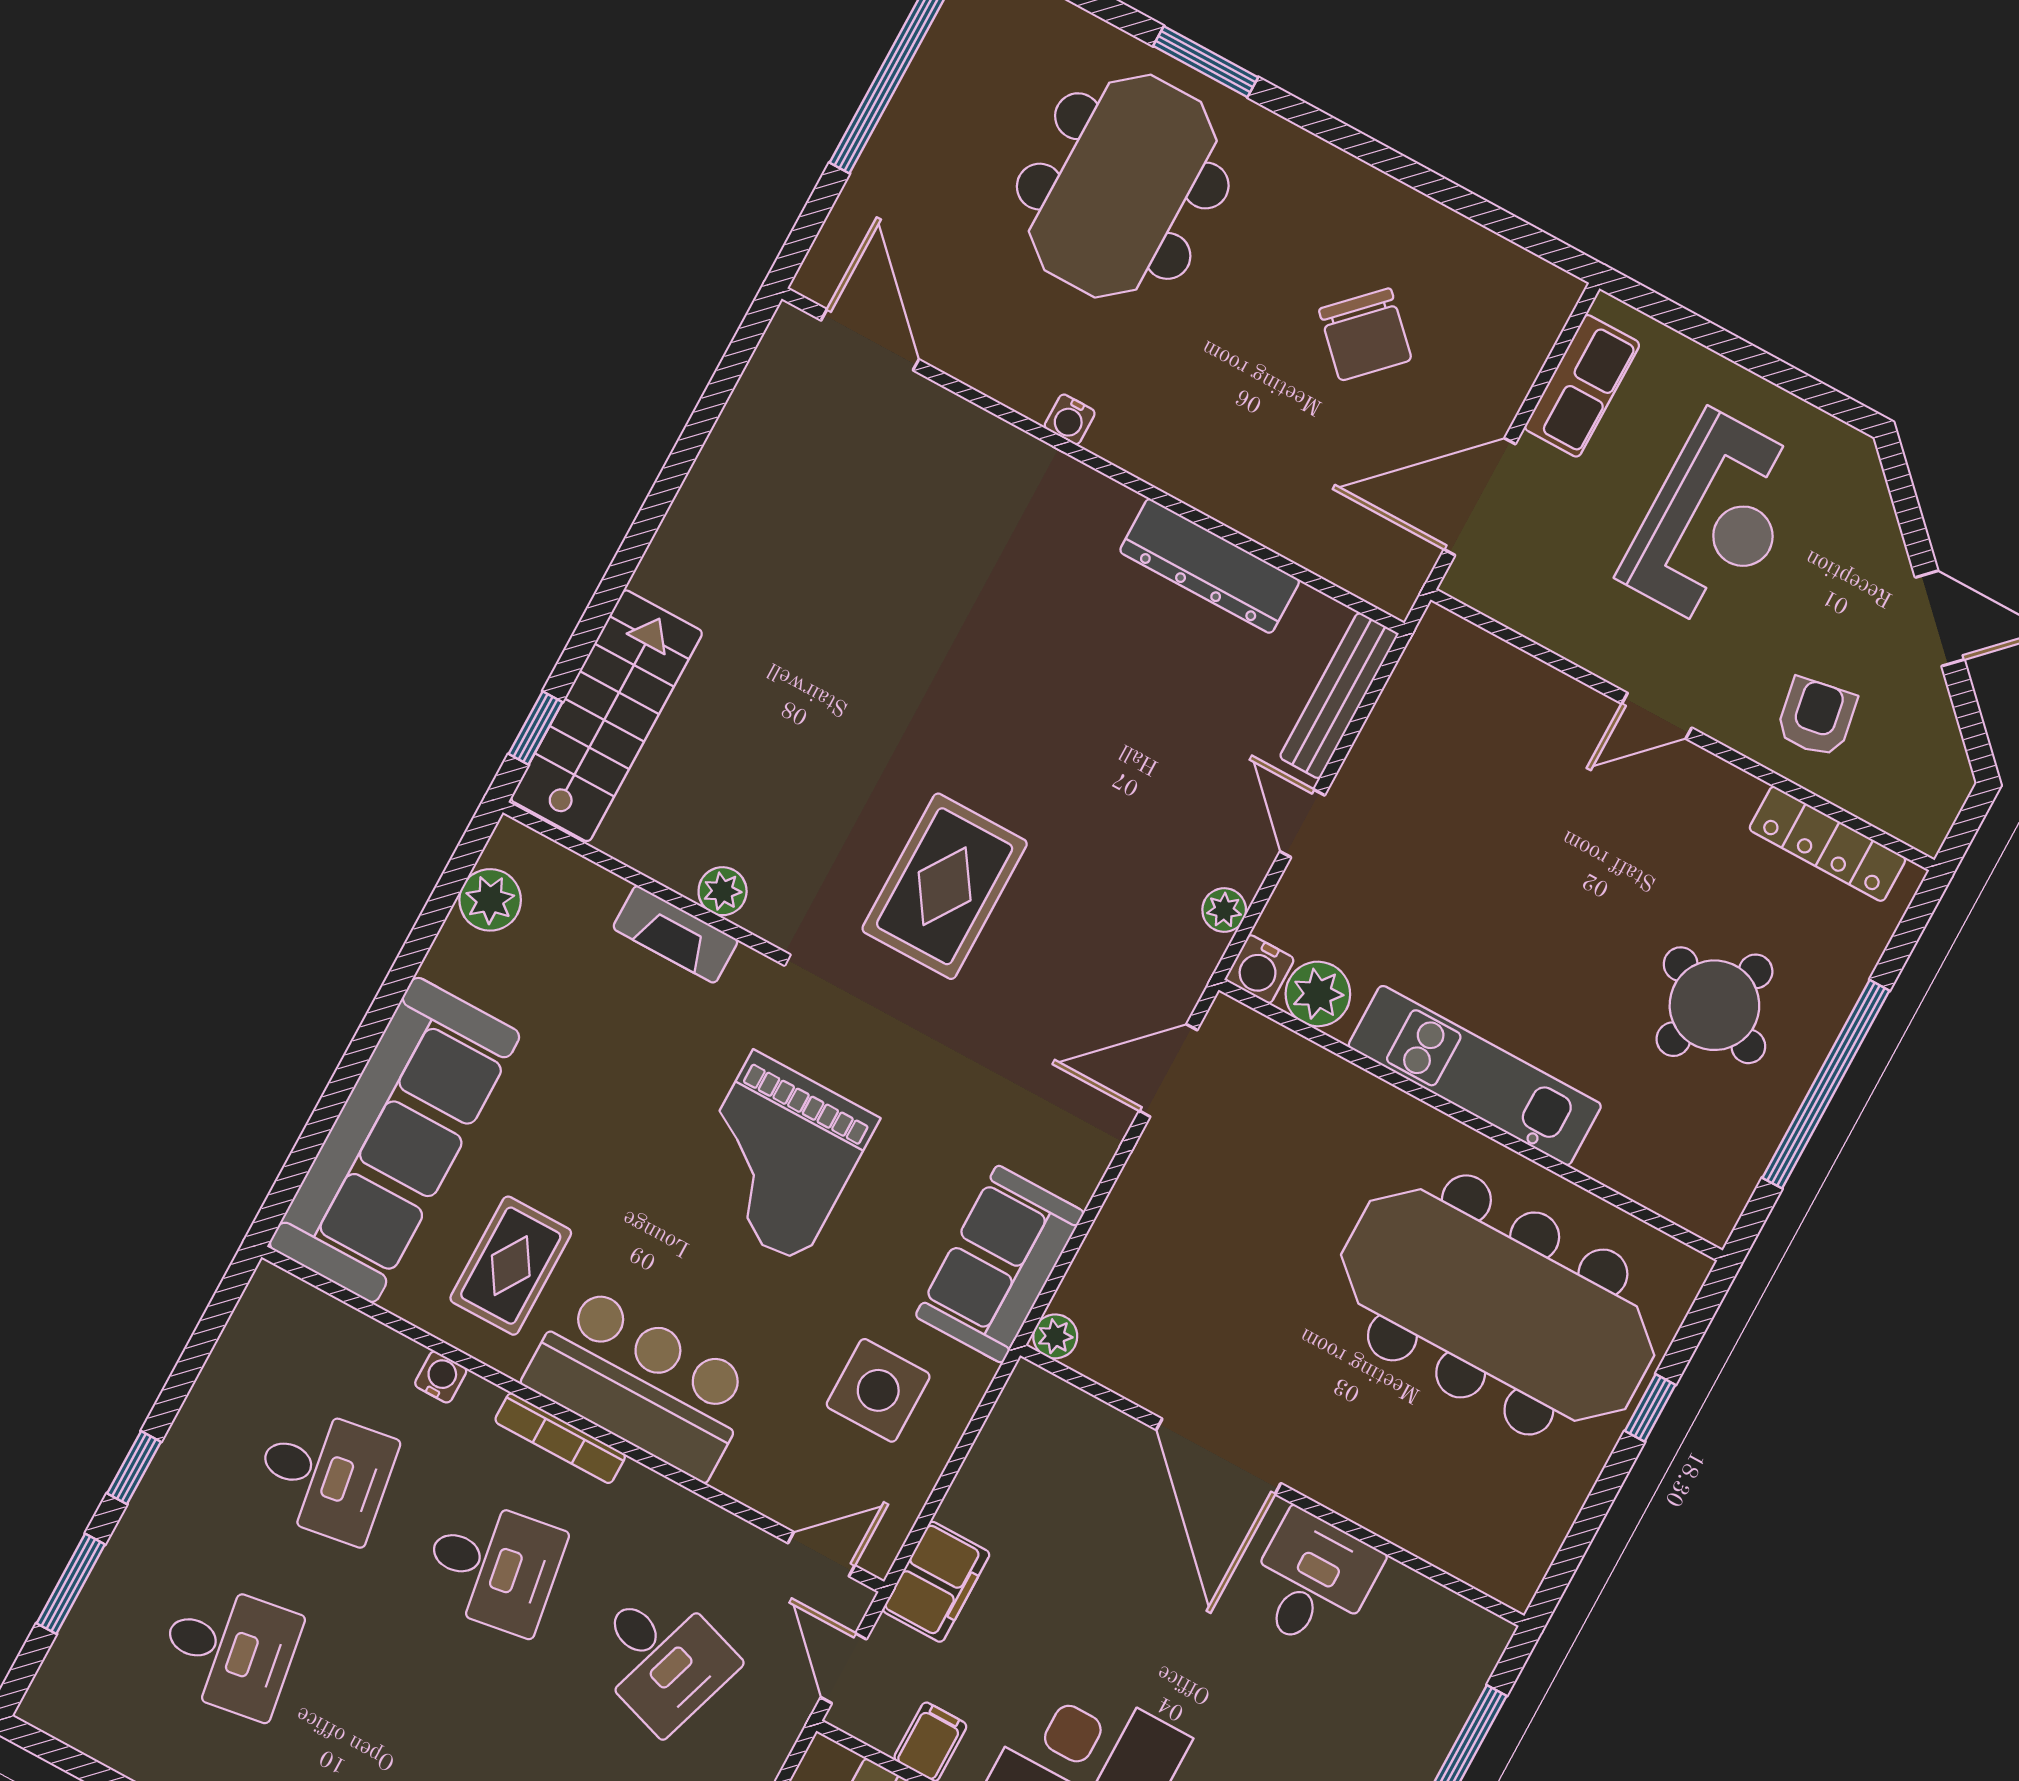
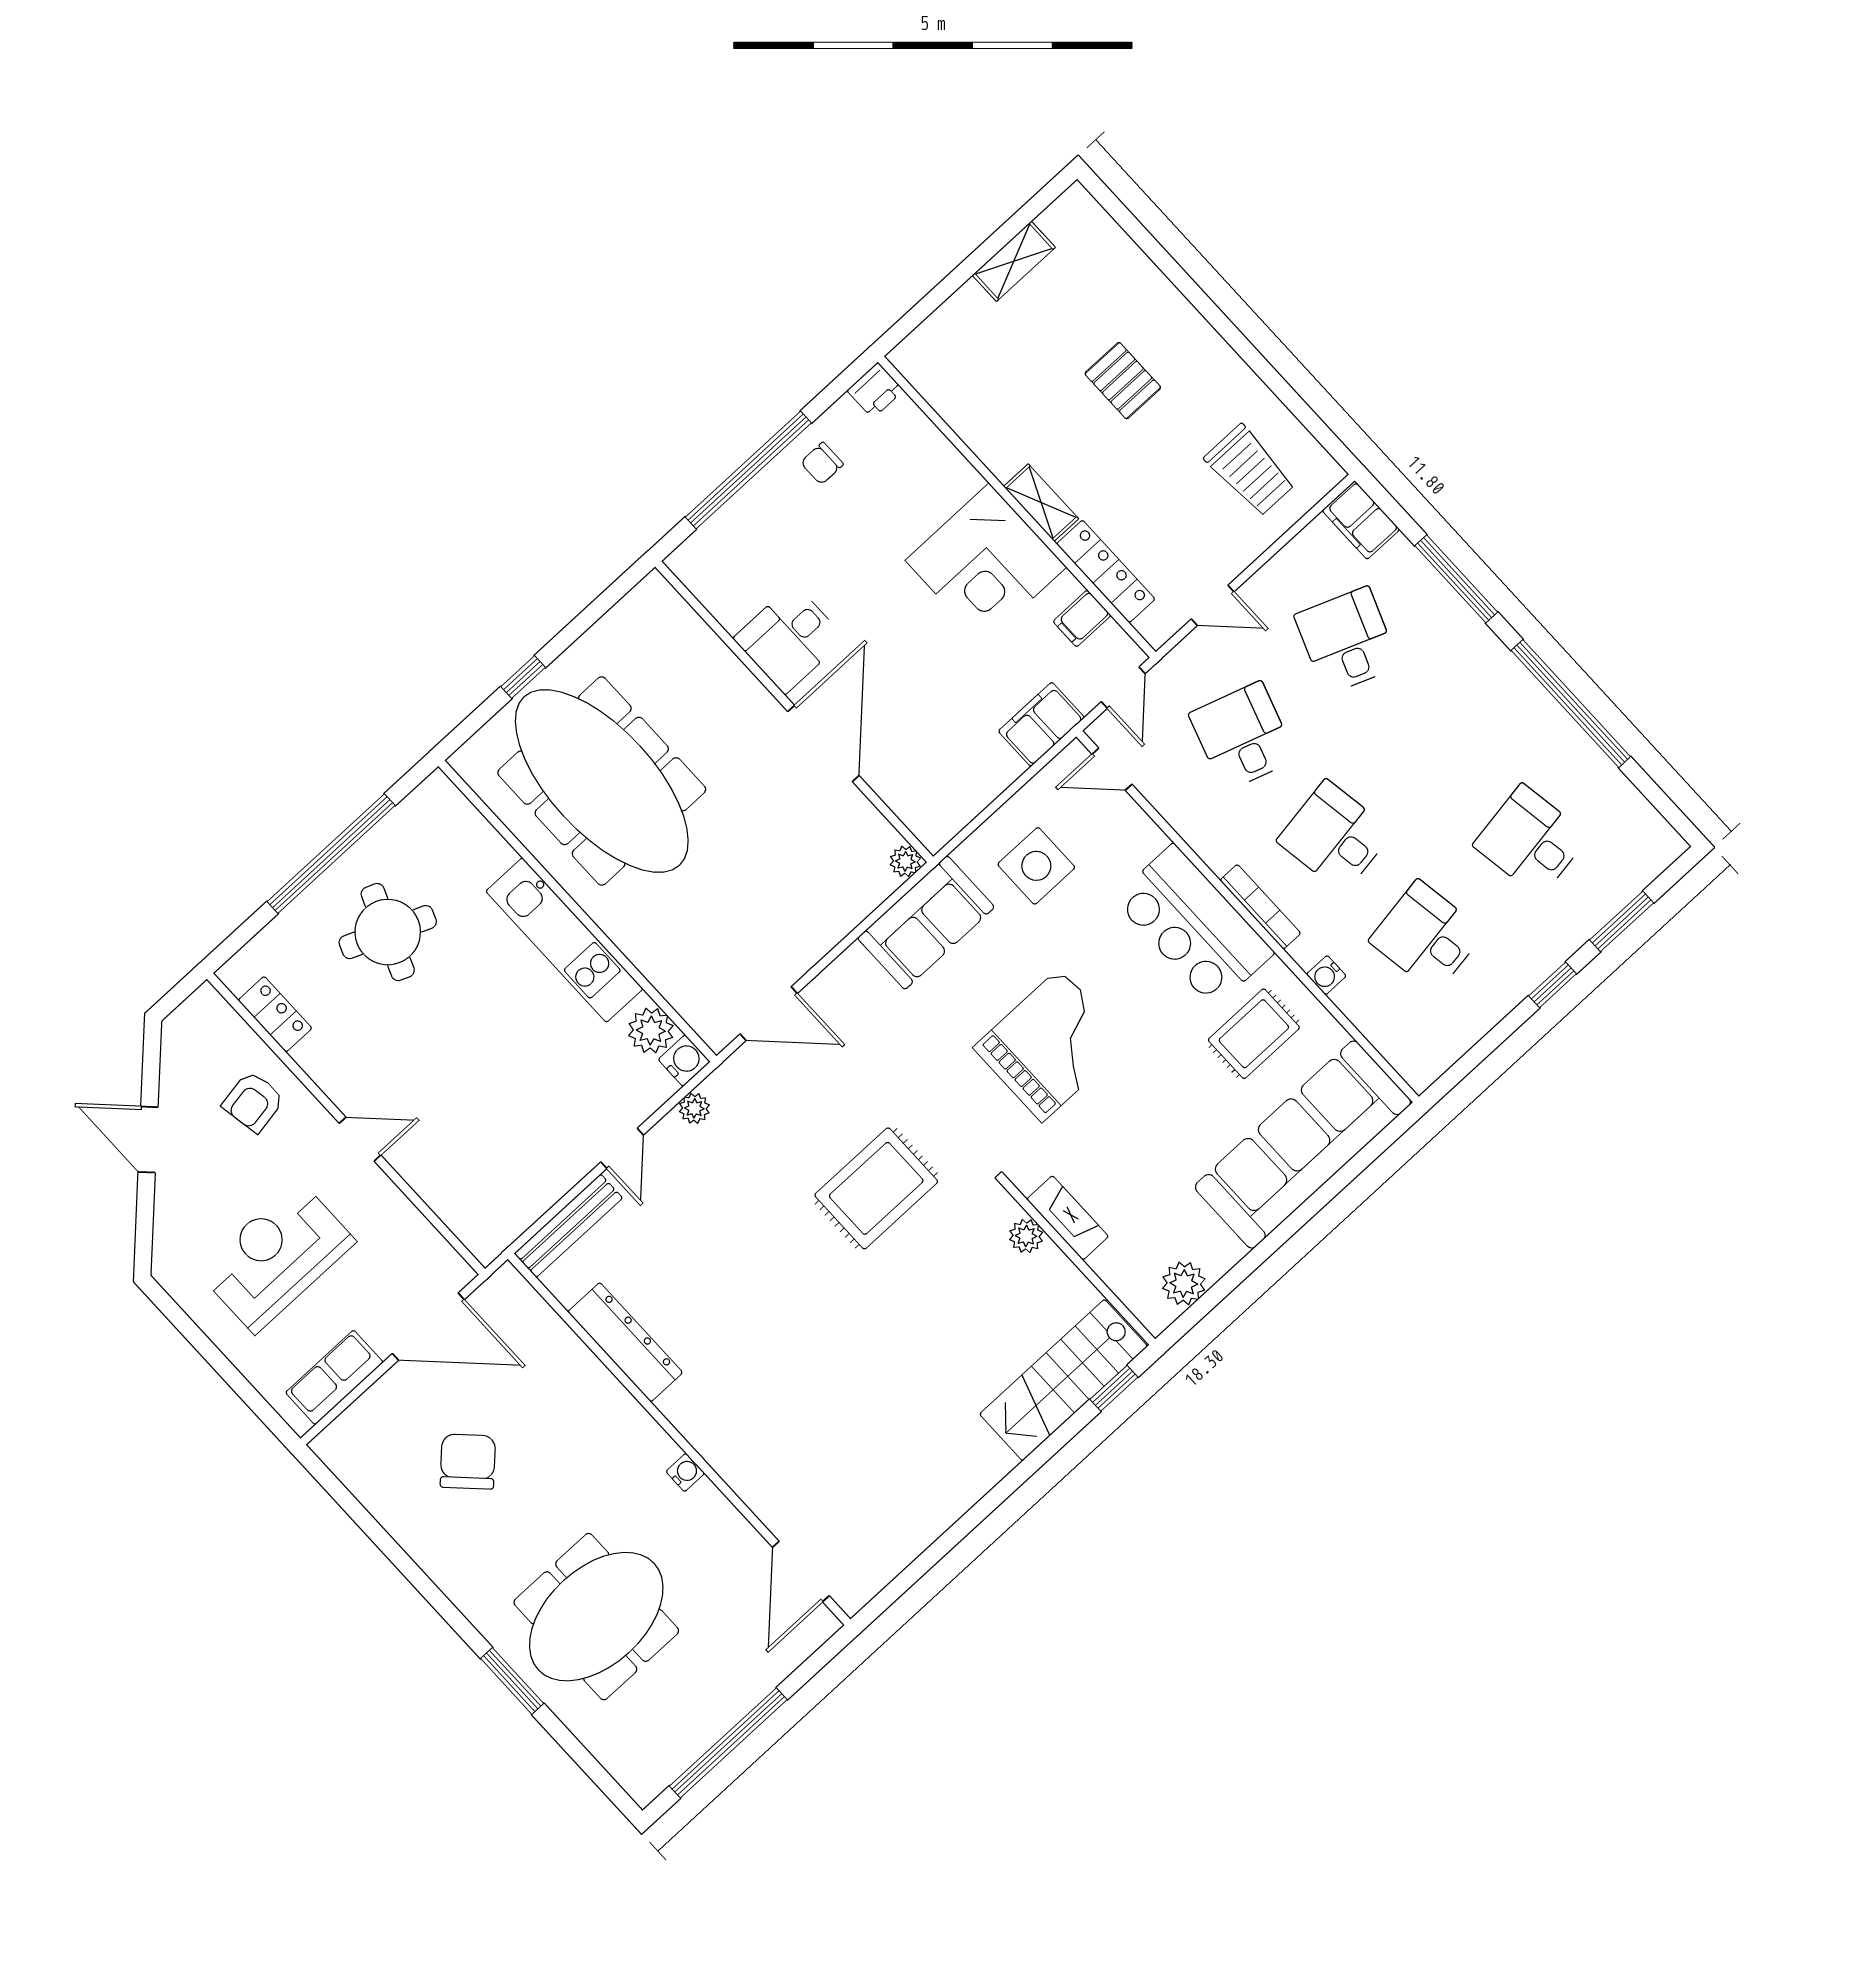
locker: (1827, 844) -> (275, 1014), width x0.66

